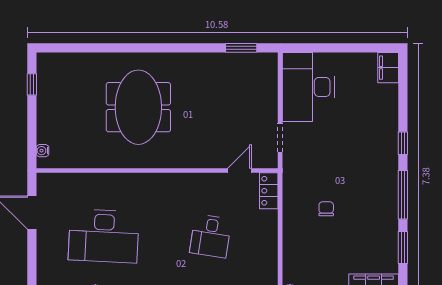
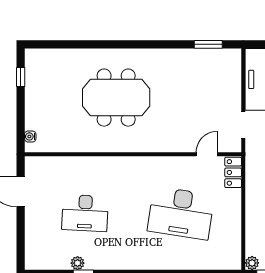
meeting table: (138, 107) -> (116, 98), turned 90
desk: (104, 236) -> (85, 213), width x0.73, depth x0.77
desk: (211, 236) -> (181, 213), width x1.87, depth x1.30

